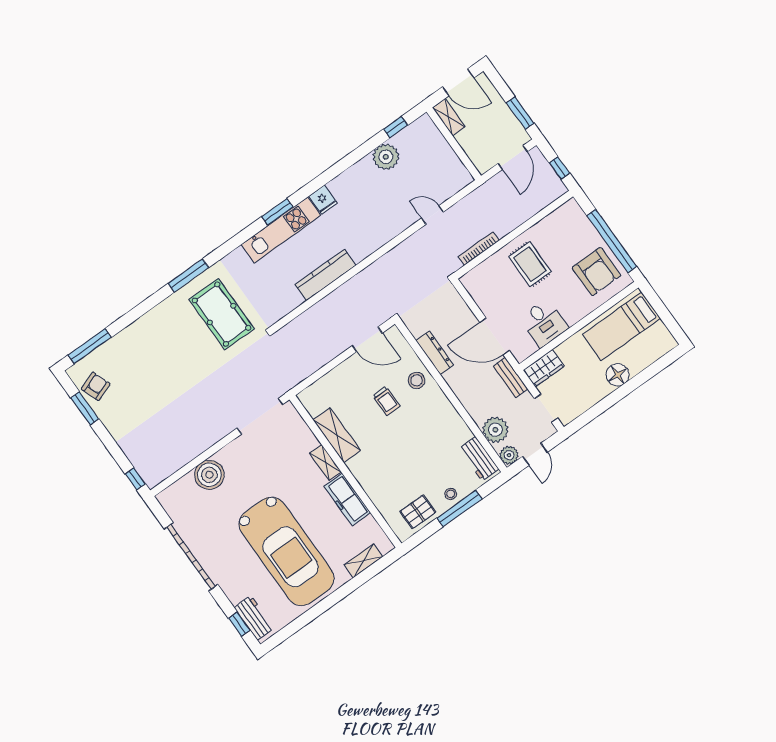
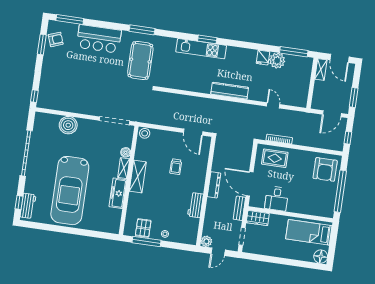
window: (396, 127) -> (294, 52), width x2.17
fridge: (323, 200) -> (263, 58), moved
rug: (530, 264) -> (275, 158), moved, turned 90
armchair: (596, 272) -> (325, 169), moved
kitchen counter: (325, 275) -> (230, 91), moved
bar counter: (147, 336) -> (99, 39), added
dresser: (435, 353) -> (214, 185), moved
floor lamp: (618, 375) -> (321, 257), moved
stool: (417, 380) -> (145, 133), moved
plant: (495, 430) -> (211, 225), removed
shelving: (337, 435) -> (138, 177), moved
boiler: (310, 441) -> (126, 152), added
workbench: (479, 459) -> (196, 205), moved
window: (459, 508) -> (146, 241), moved
pallet: (418, 512) -> (143, 228), turned 90
shelving: (363, 561) -> (99, 227), removed

